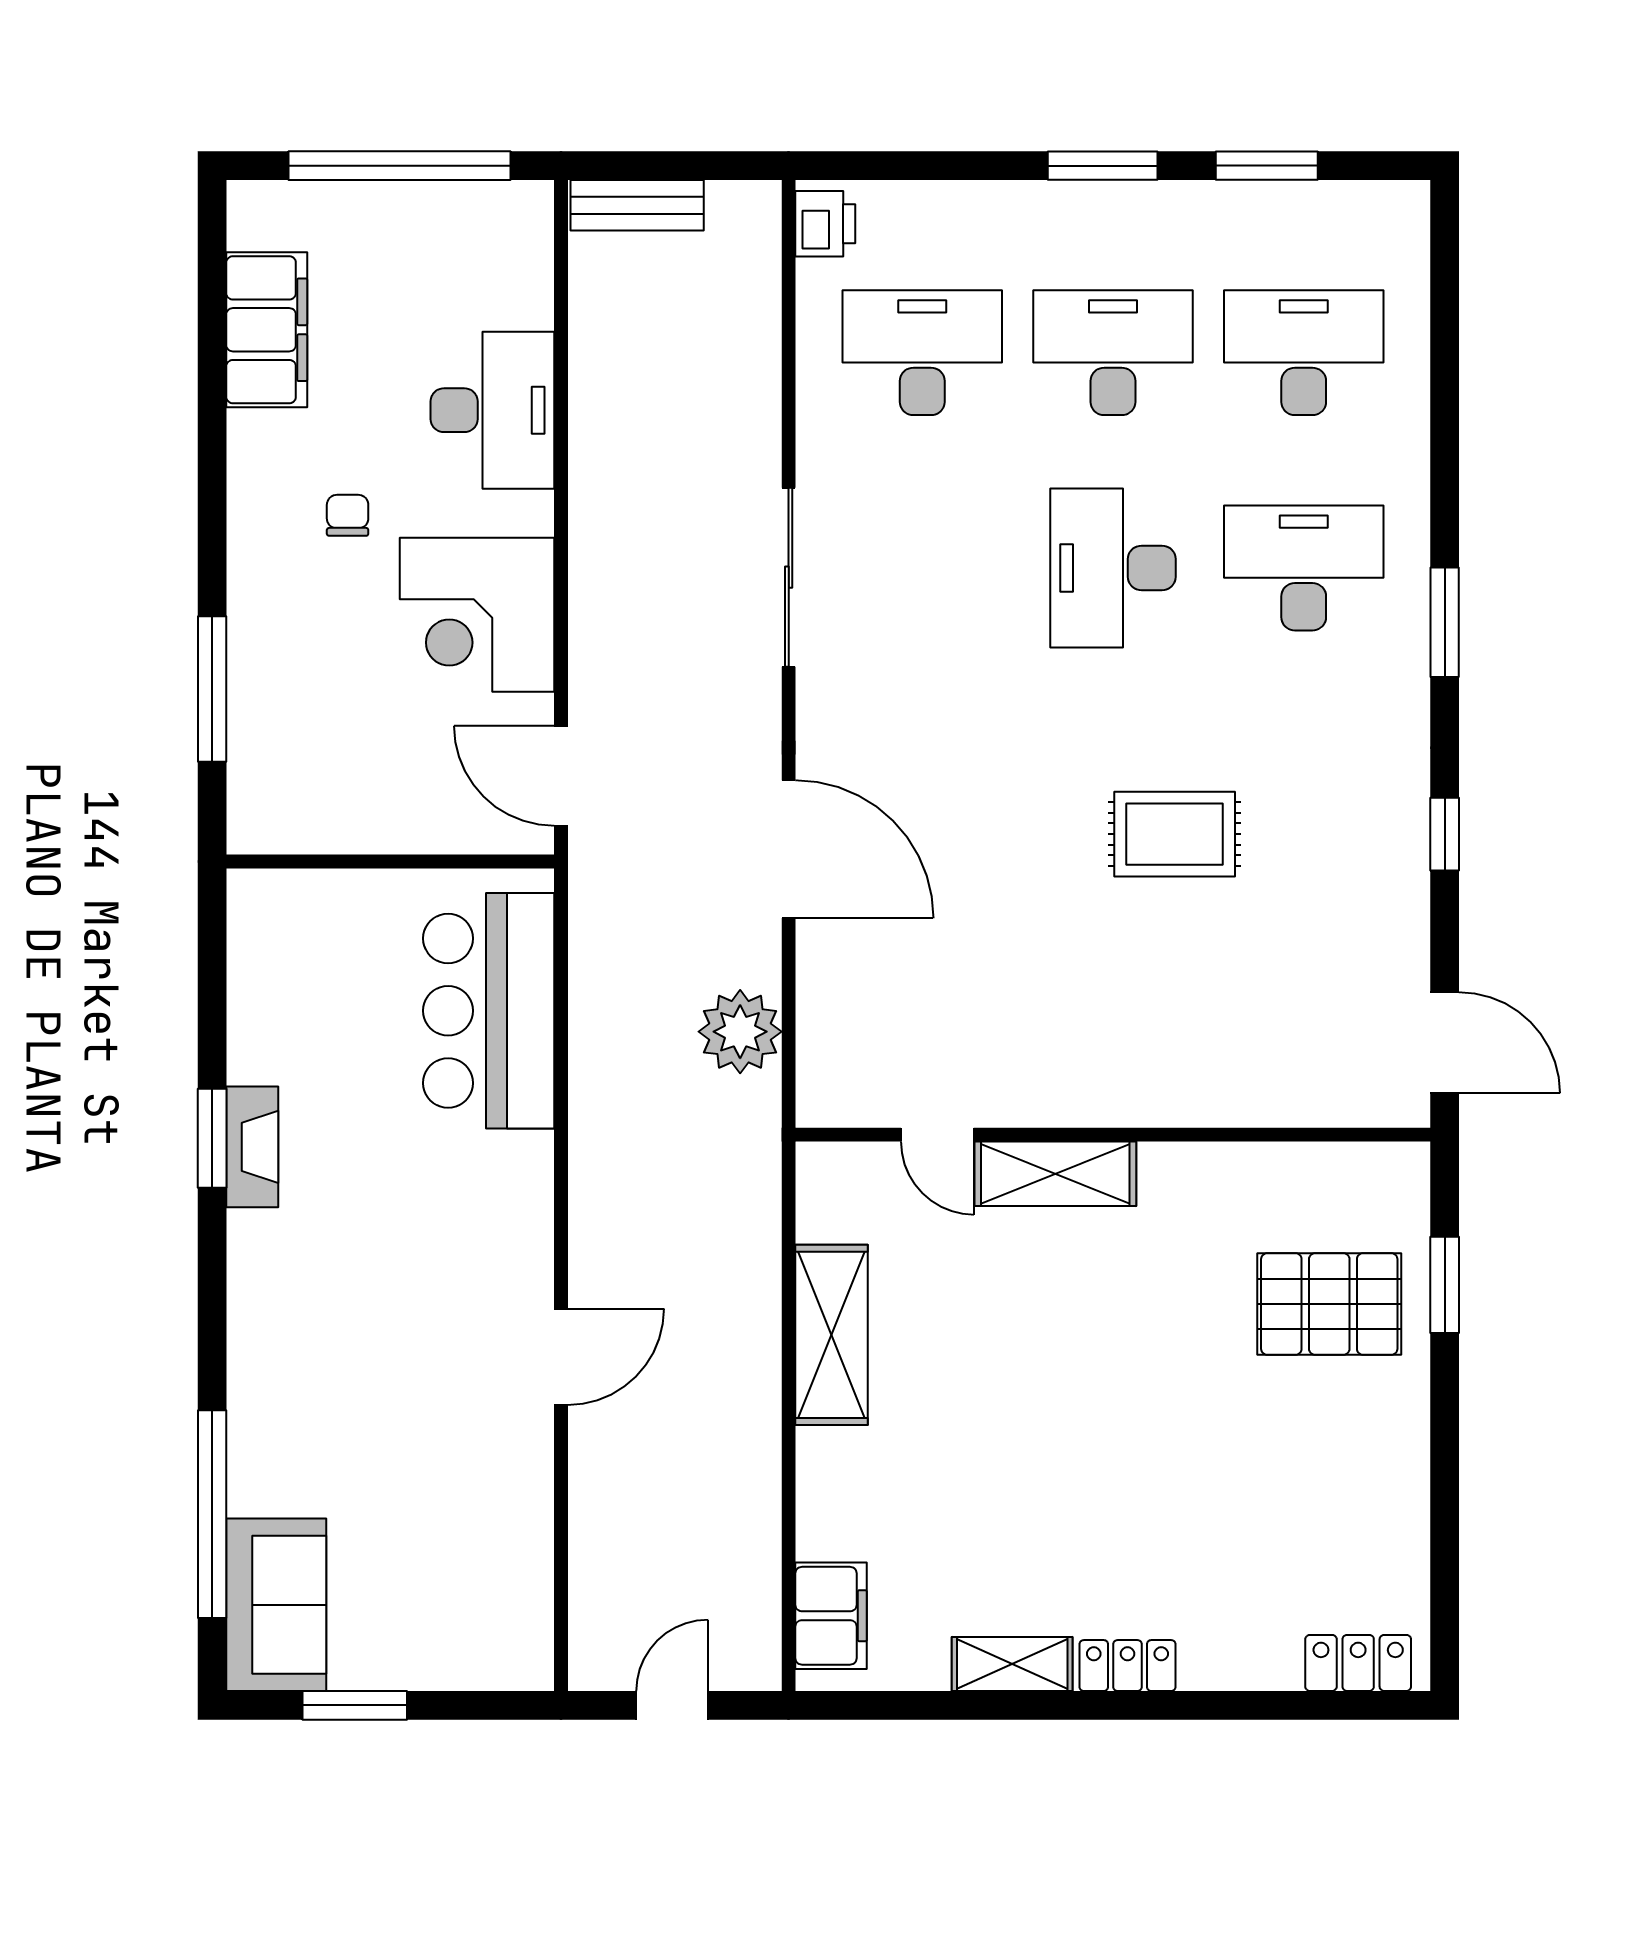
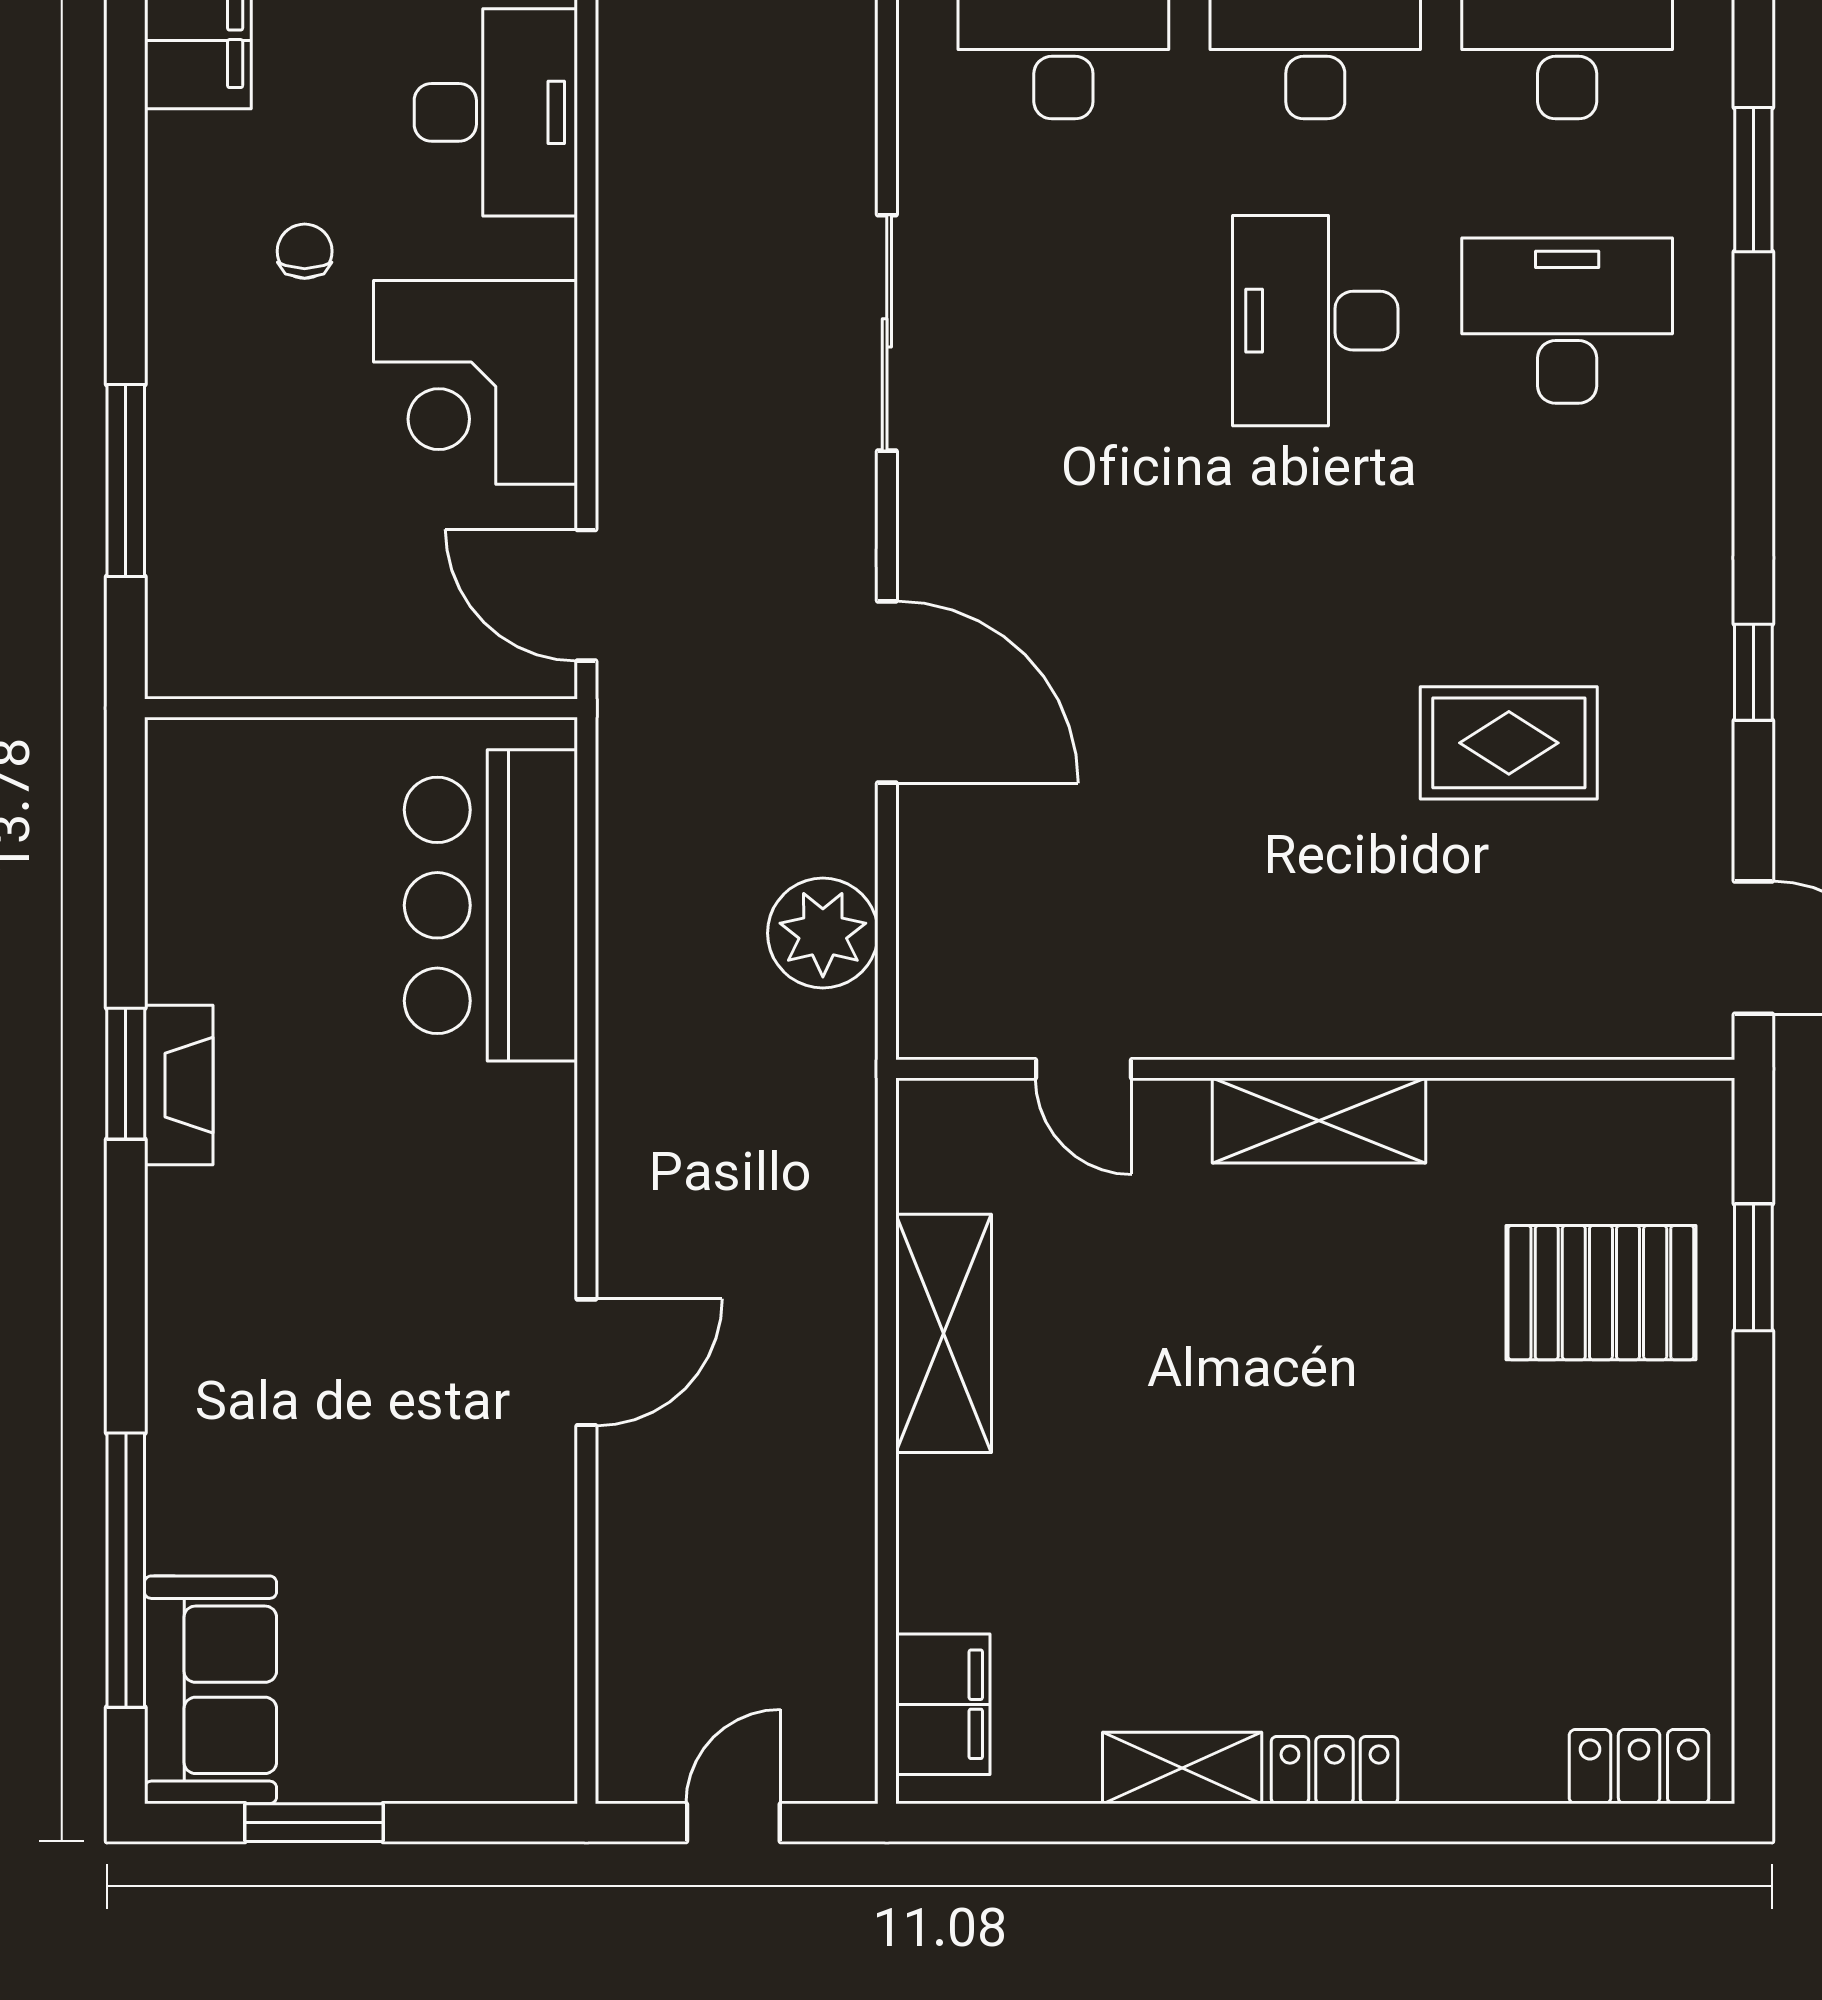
window: (1445, 622) -> (1753, 180), moved
rug: (1175, 834) -> (1509, 743), moved
shelving: (1055, 1174) -> (1319, 1121), moved

